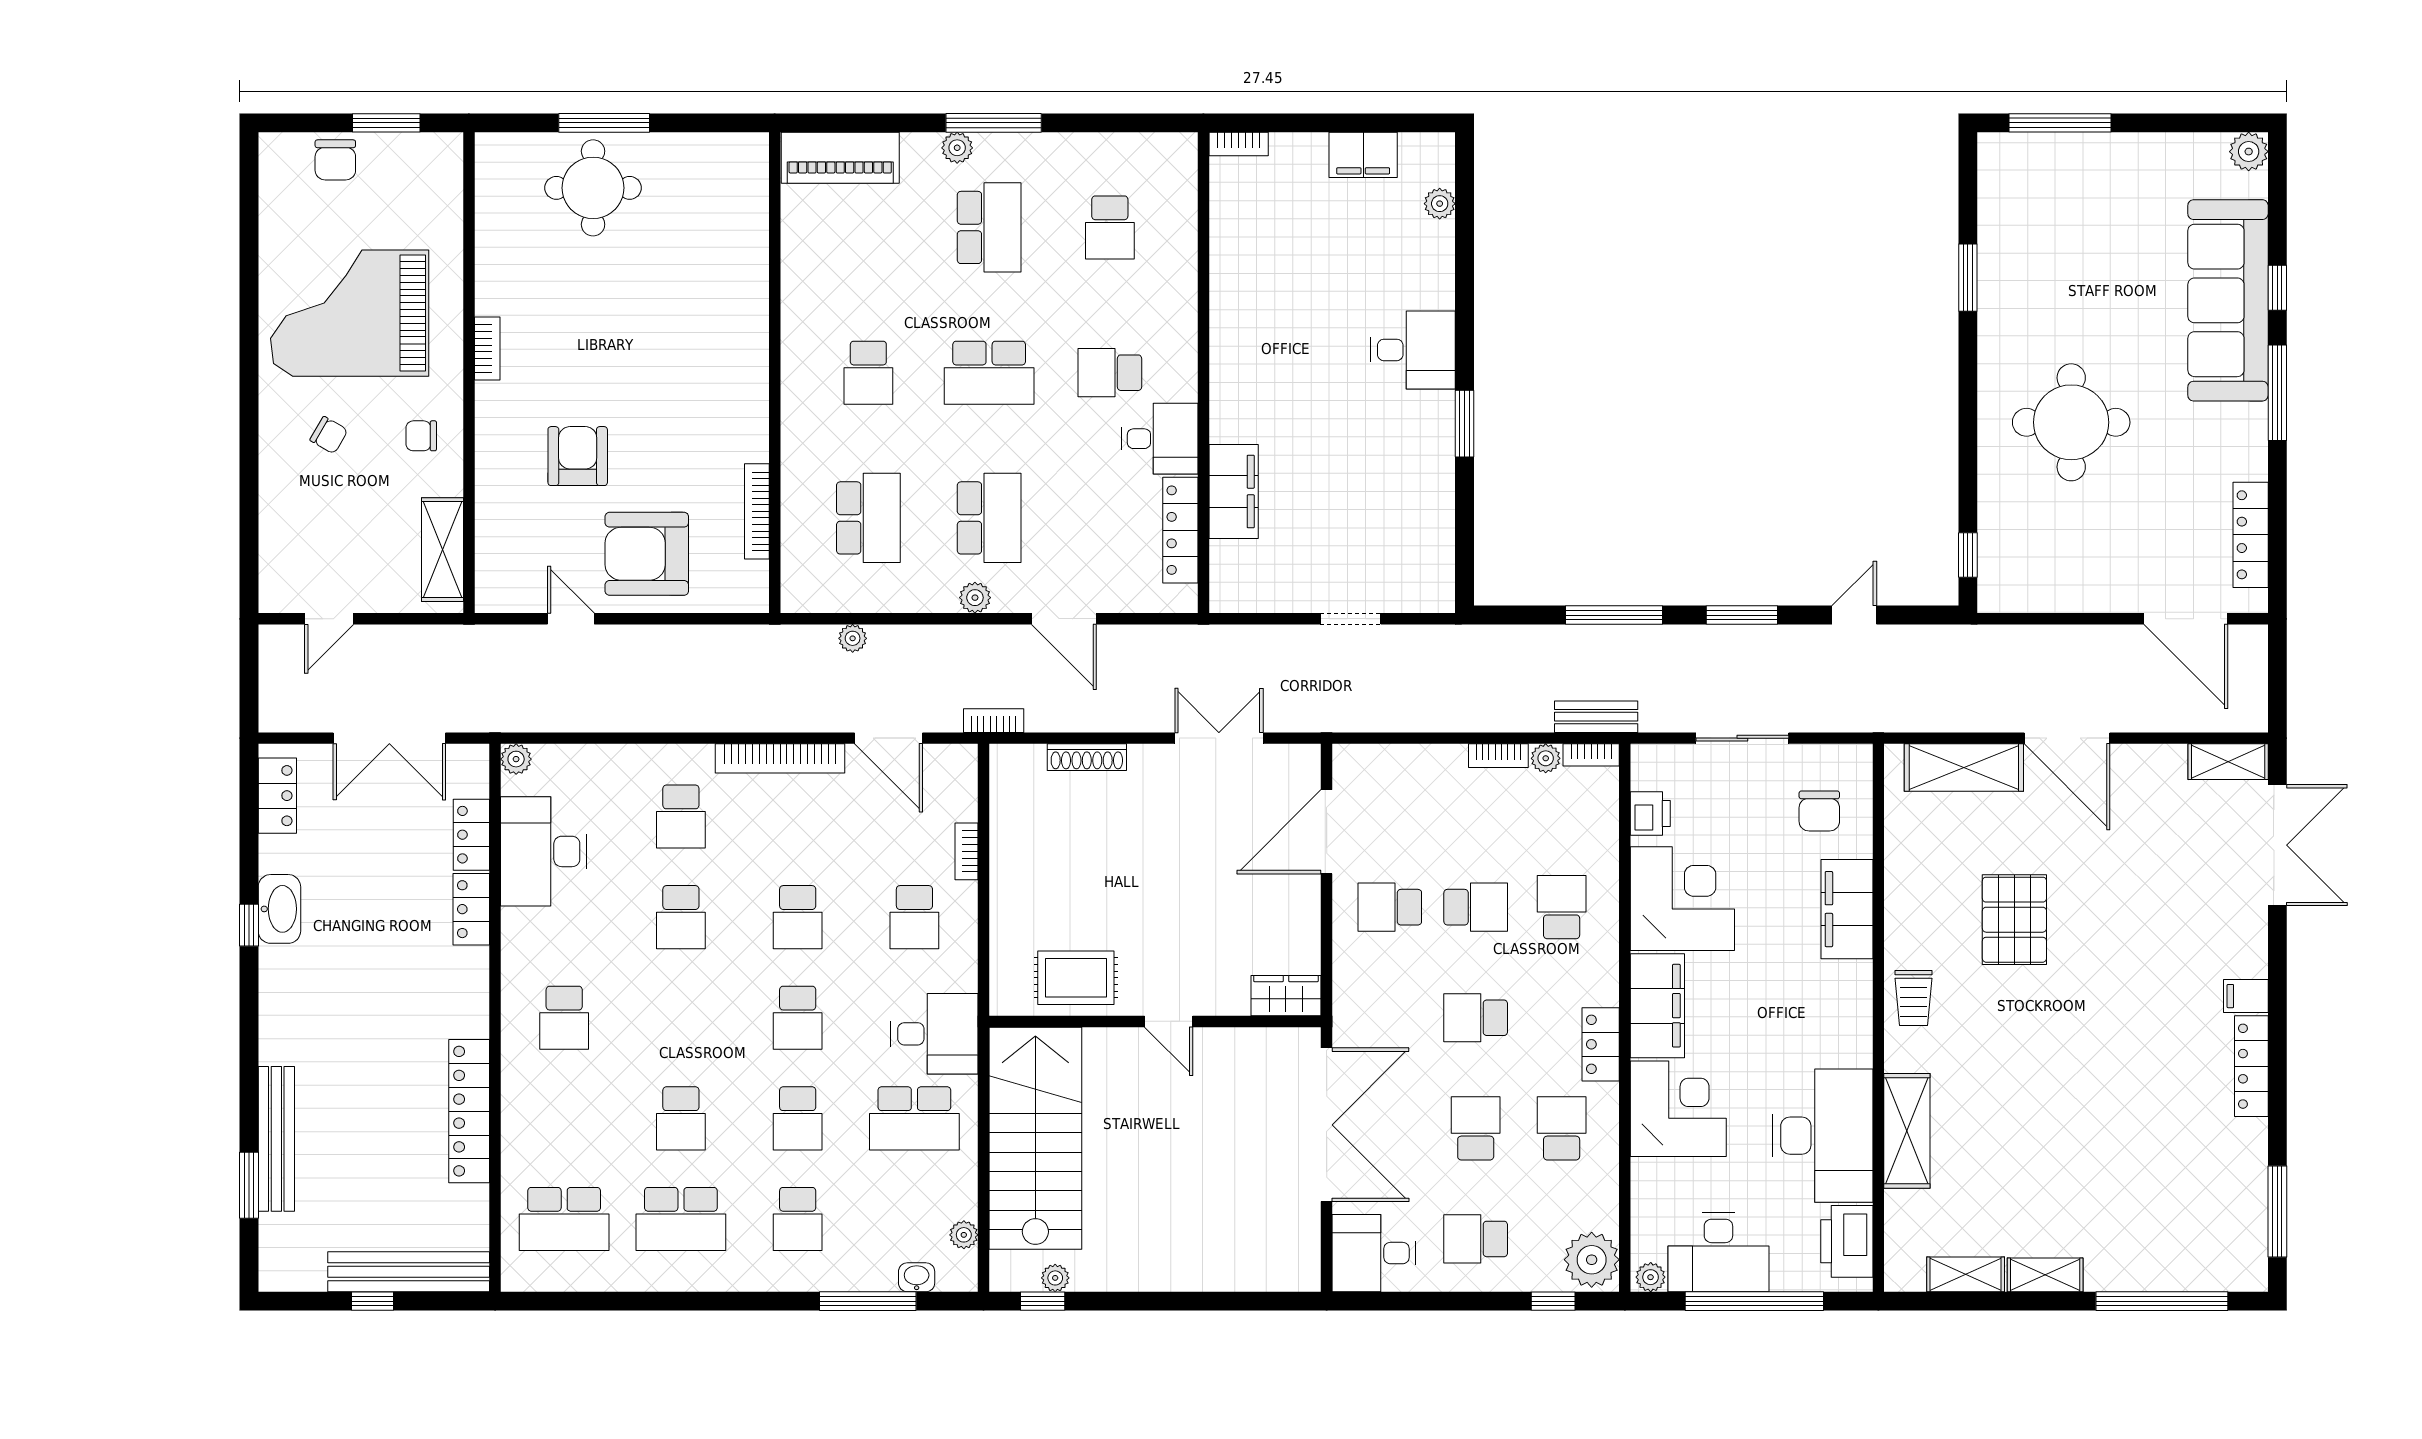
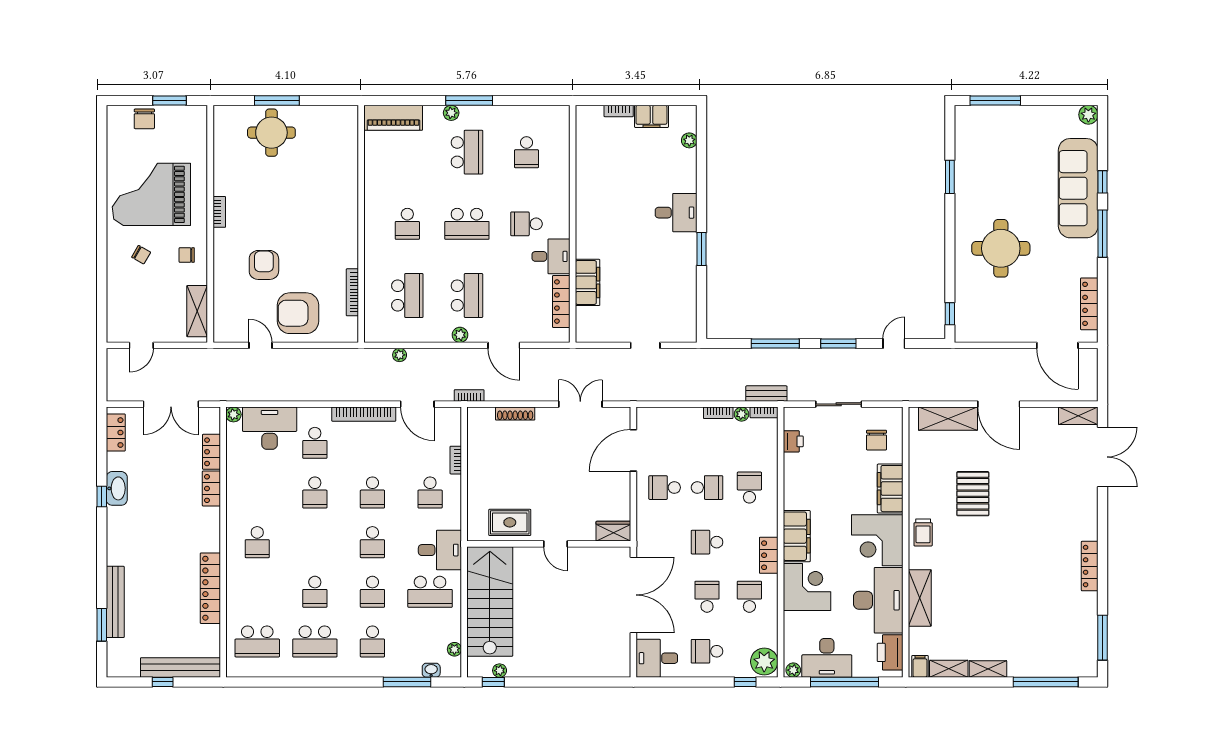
bookcase: (1239, 144) -> (619, 111), moved
desk: (544, 851) -> (270, 428), moved, turned 90
corner desk: (1682, 899) -> (877, 540), moved, turned 180
filing cabinet: (2246, 996) -> (920, 666), moved, turned 90

